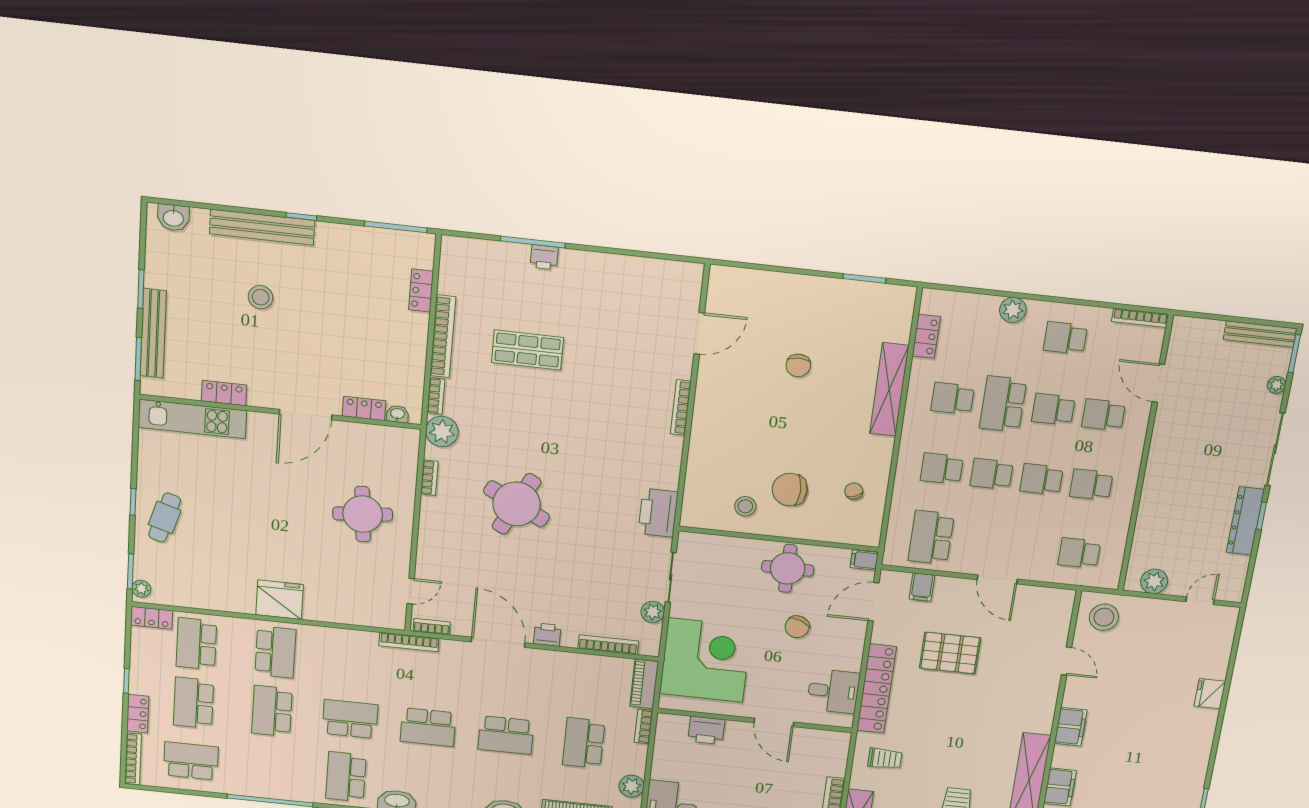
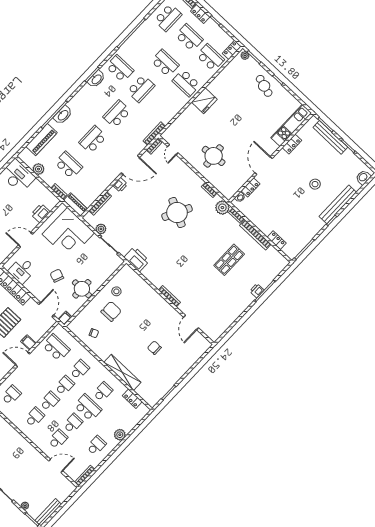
filing cabinet: (922, 587) -> (28, 342), moved

